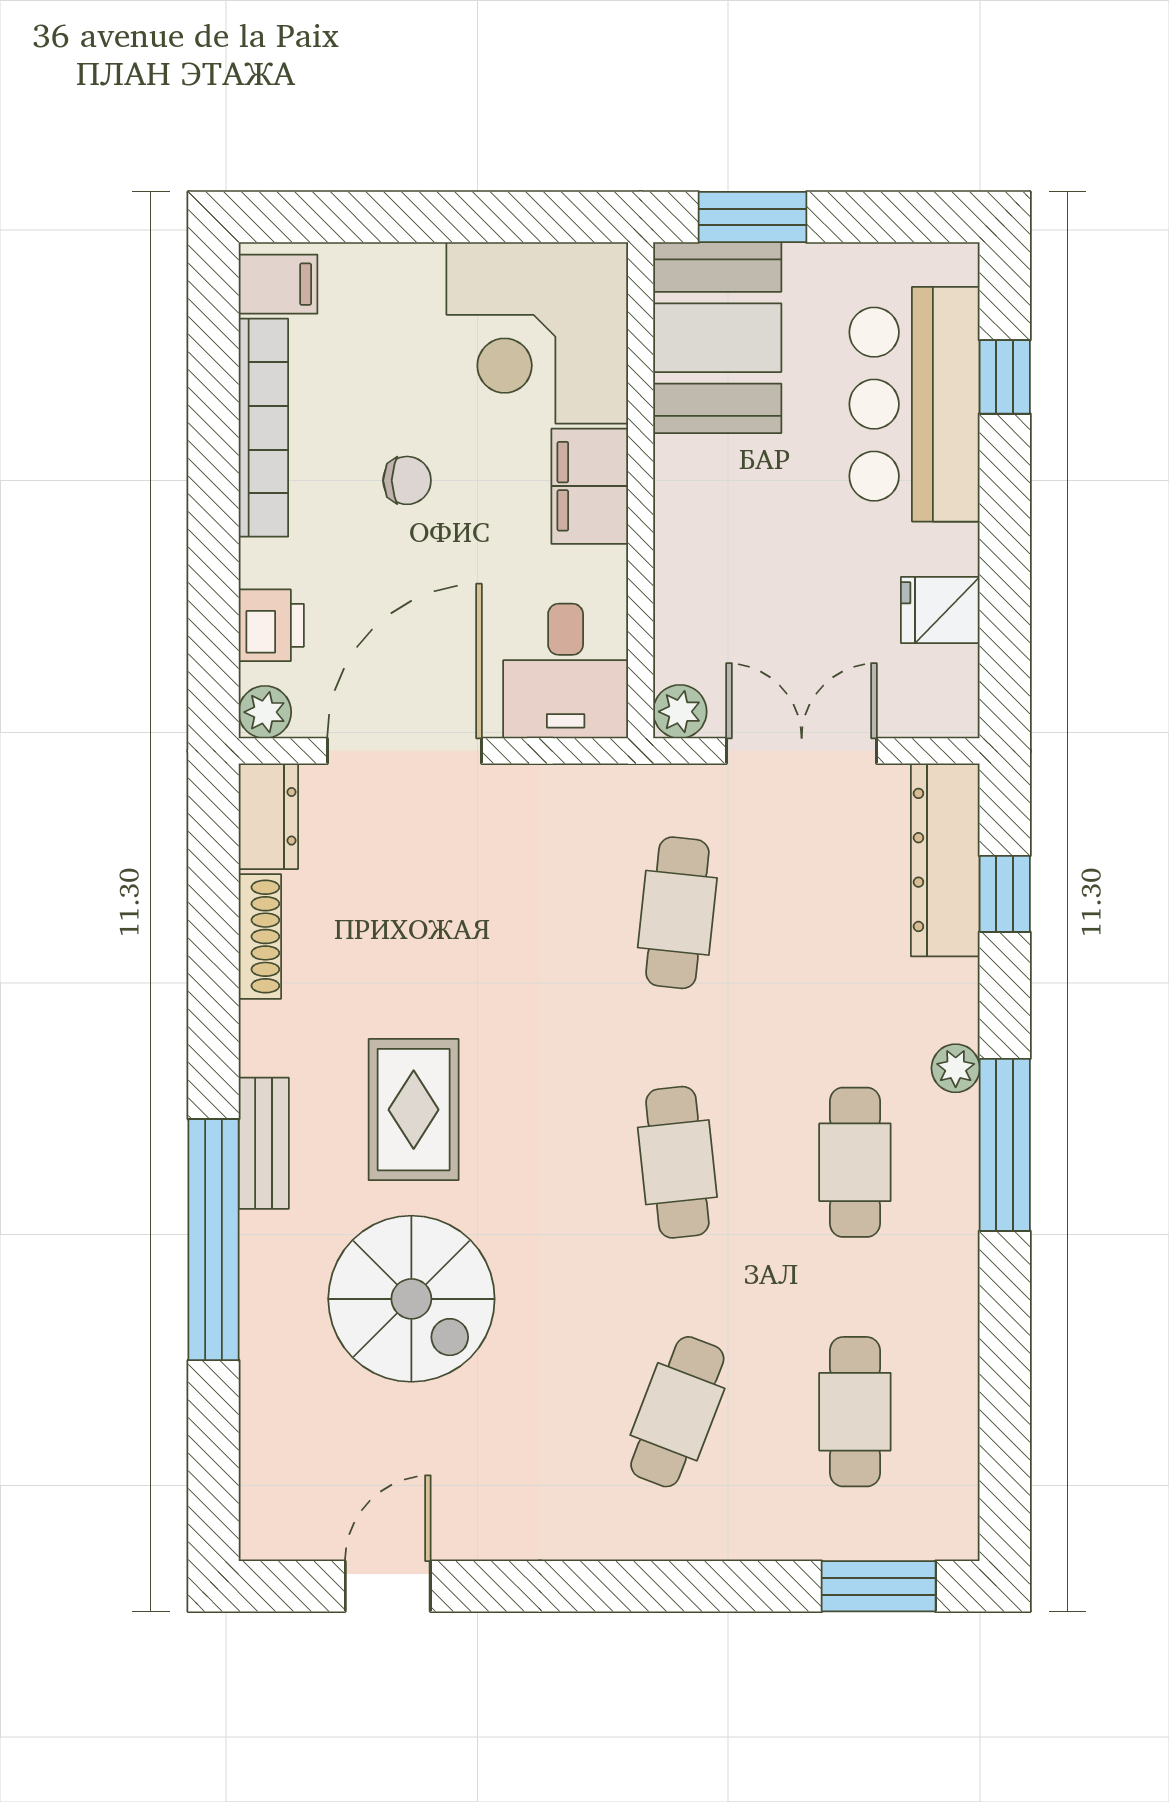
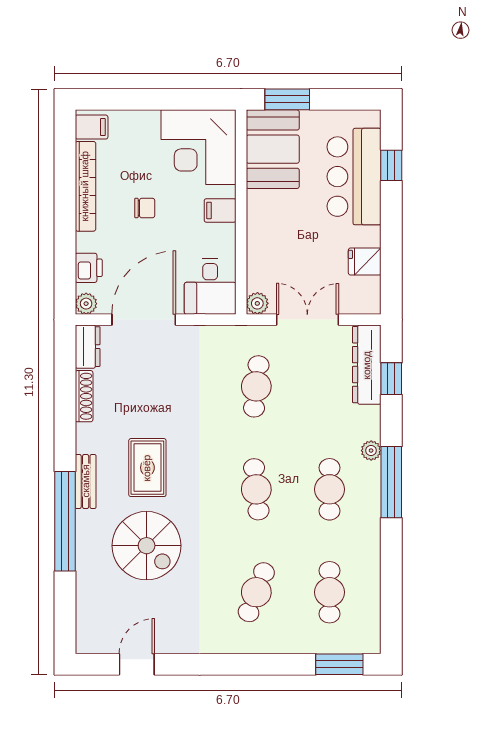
filing cabinet: (590, 486) -> (220, 210), width x0.50

